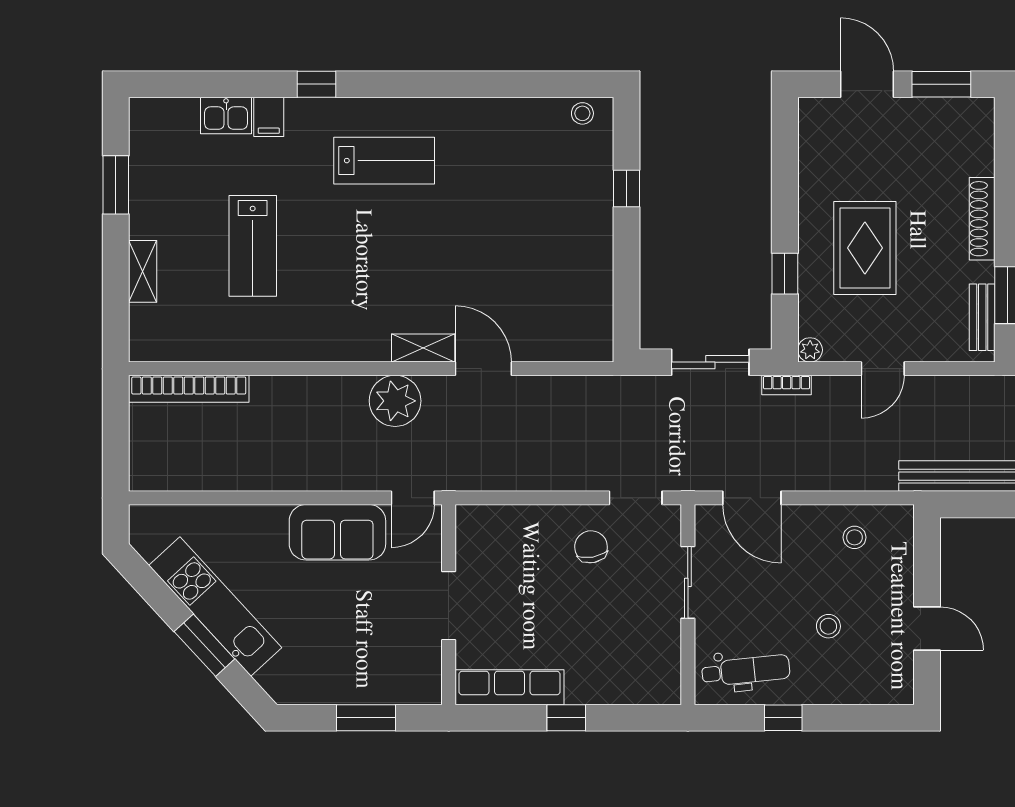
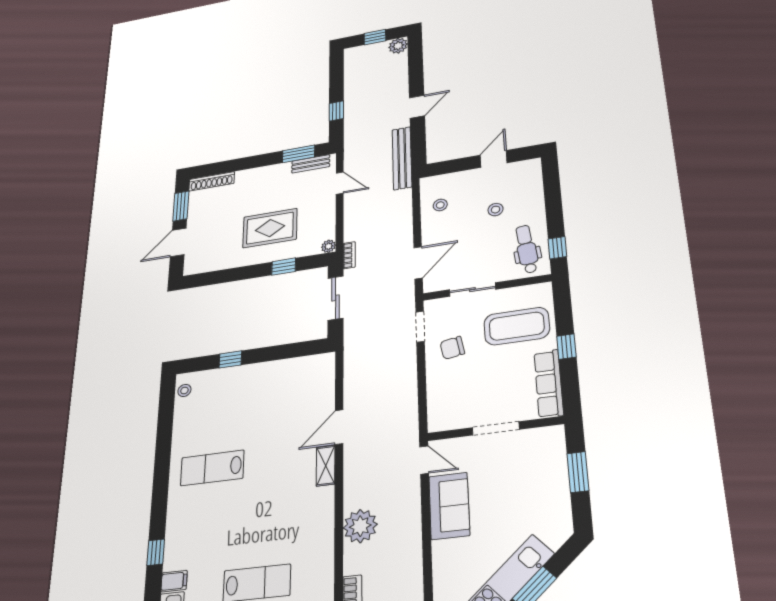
lab bench: (384, 161) -> (212, 468), moved, turned -90
shoe rack: (982, 219) -> (212, 181), moved
door: (883, 369) -> (340, 183), moved
plant: (395, 401) -> (360, 526), moved
coffee table: (613, 647) -> (517, 326), added
window: (783, 718) -> (557, 248), moved

